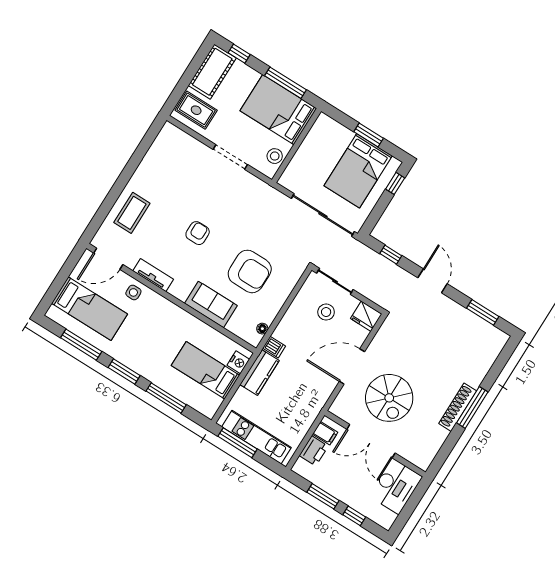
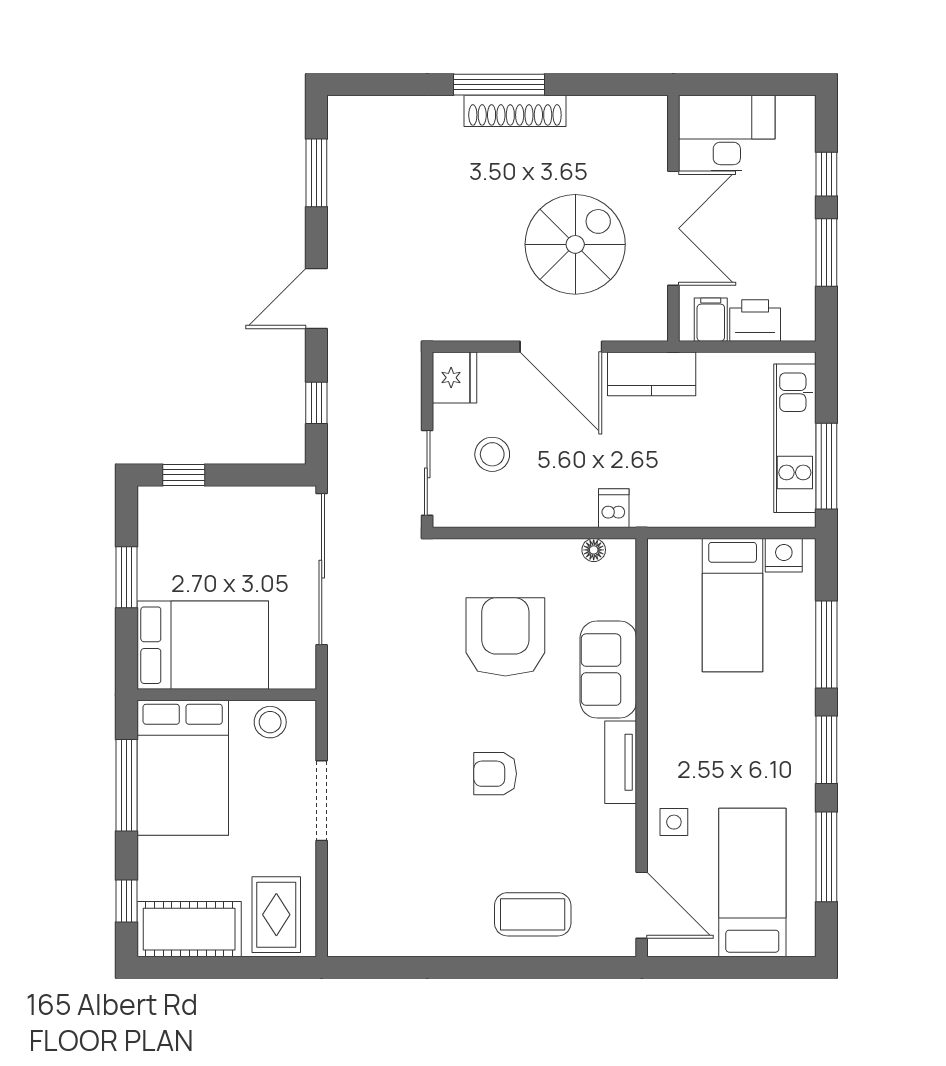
bed: (358, 171) -> (203, 645), moved
tv unit: (153, 275) -> (621, 762), moved
nightstand: (238, 362) -> (784, 555), moved
kitchen counter: (259, 372) -> (652, 374), moved, turned 180

